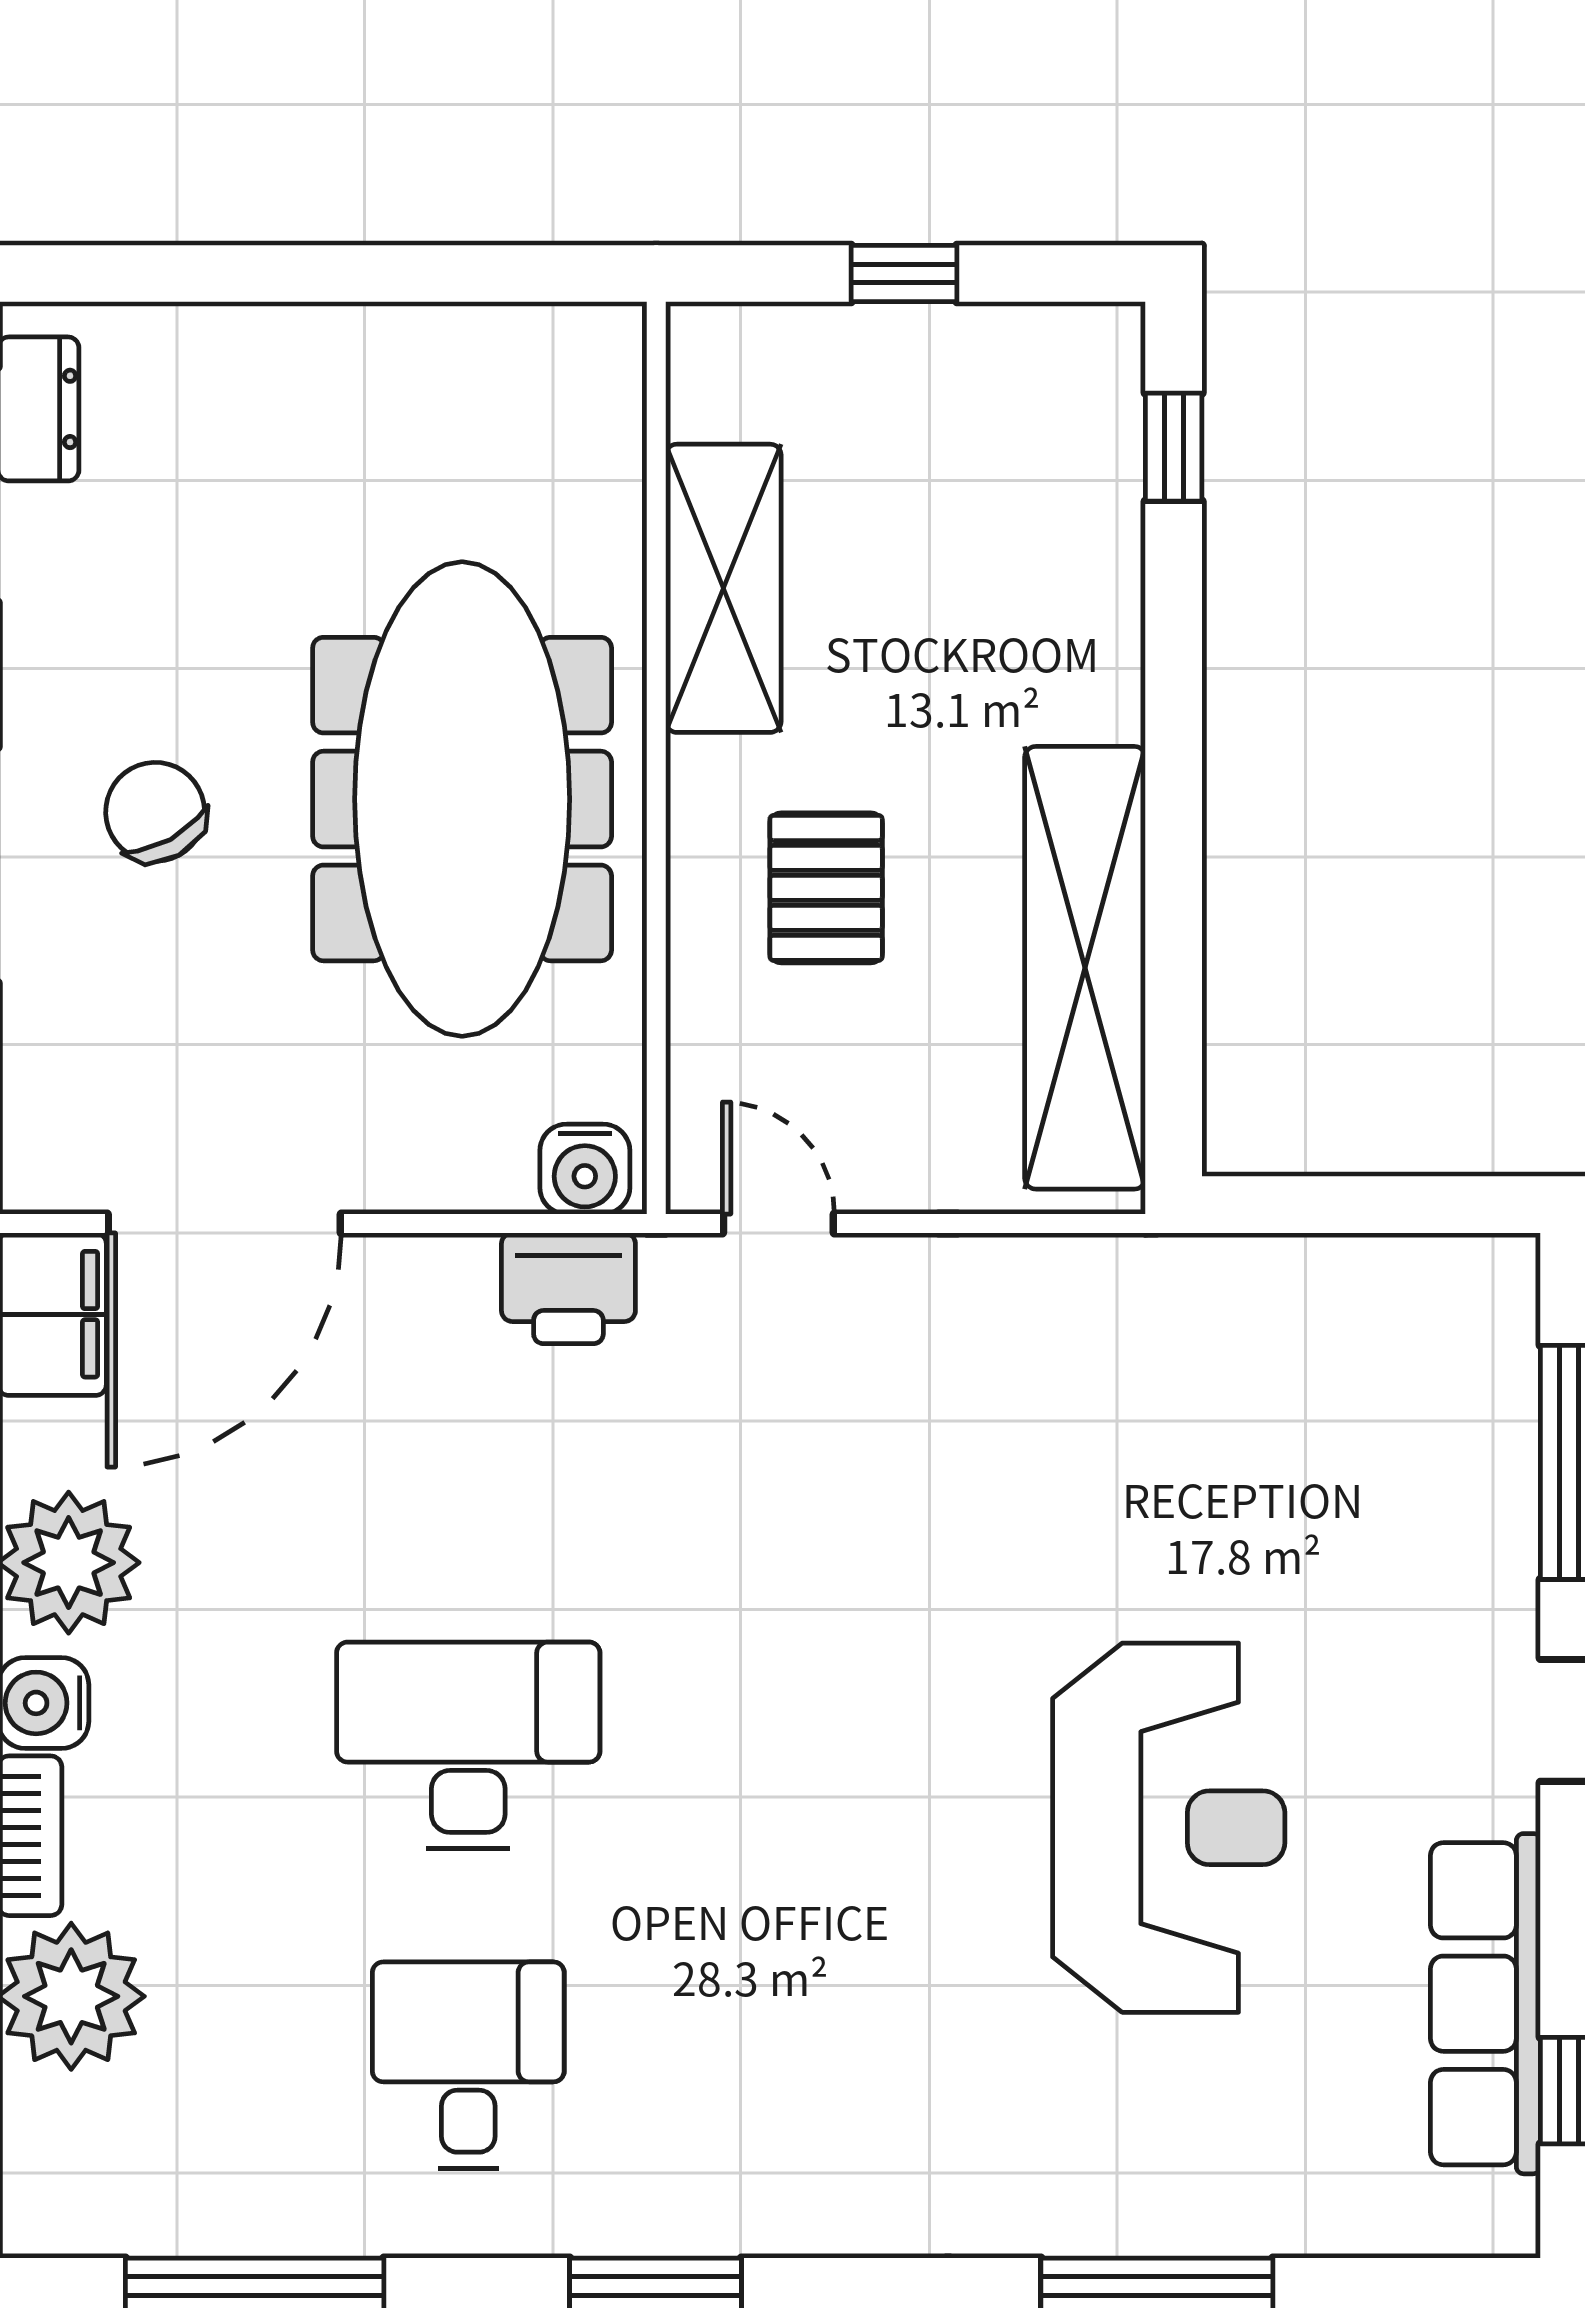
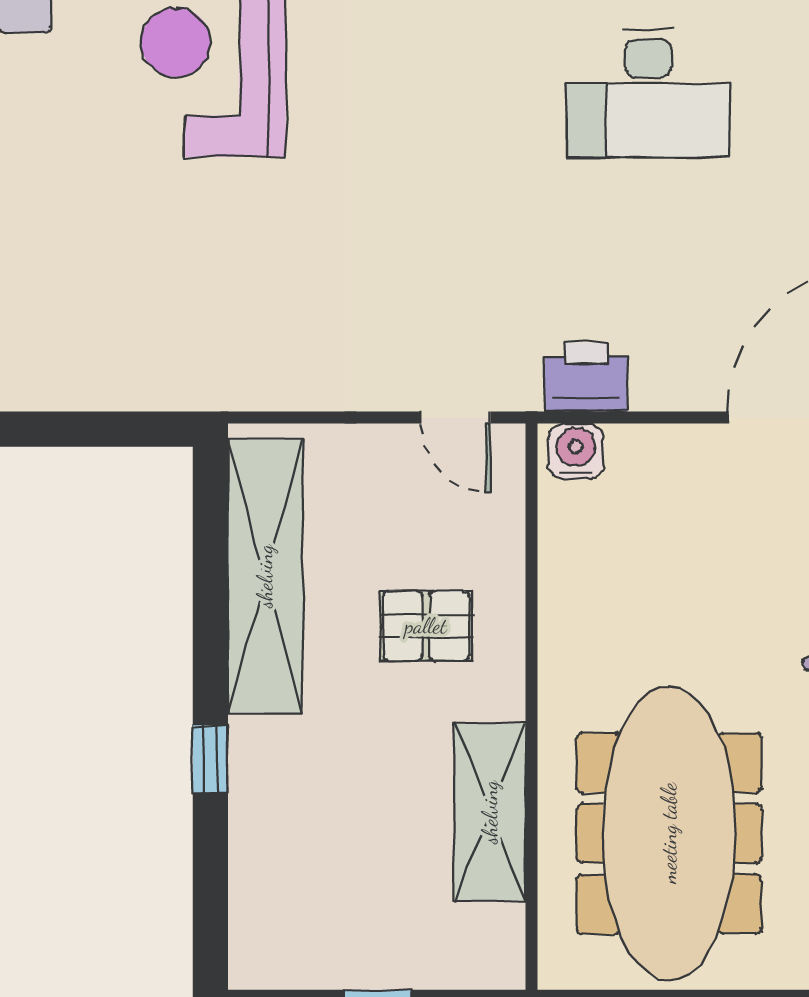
window: (1174, 447) -> (210, 759), moved
meeting table: (462, 799) -> (669, 833), moved
pallet: (826, 888) -> (426, 626), turned 90

